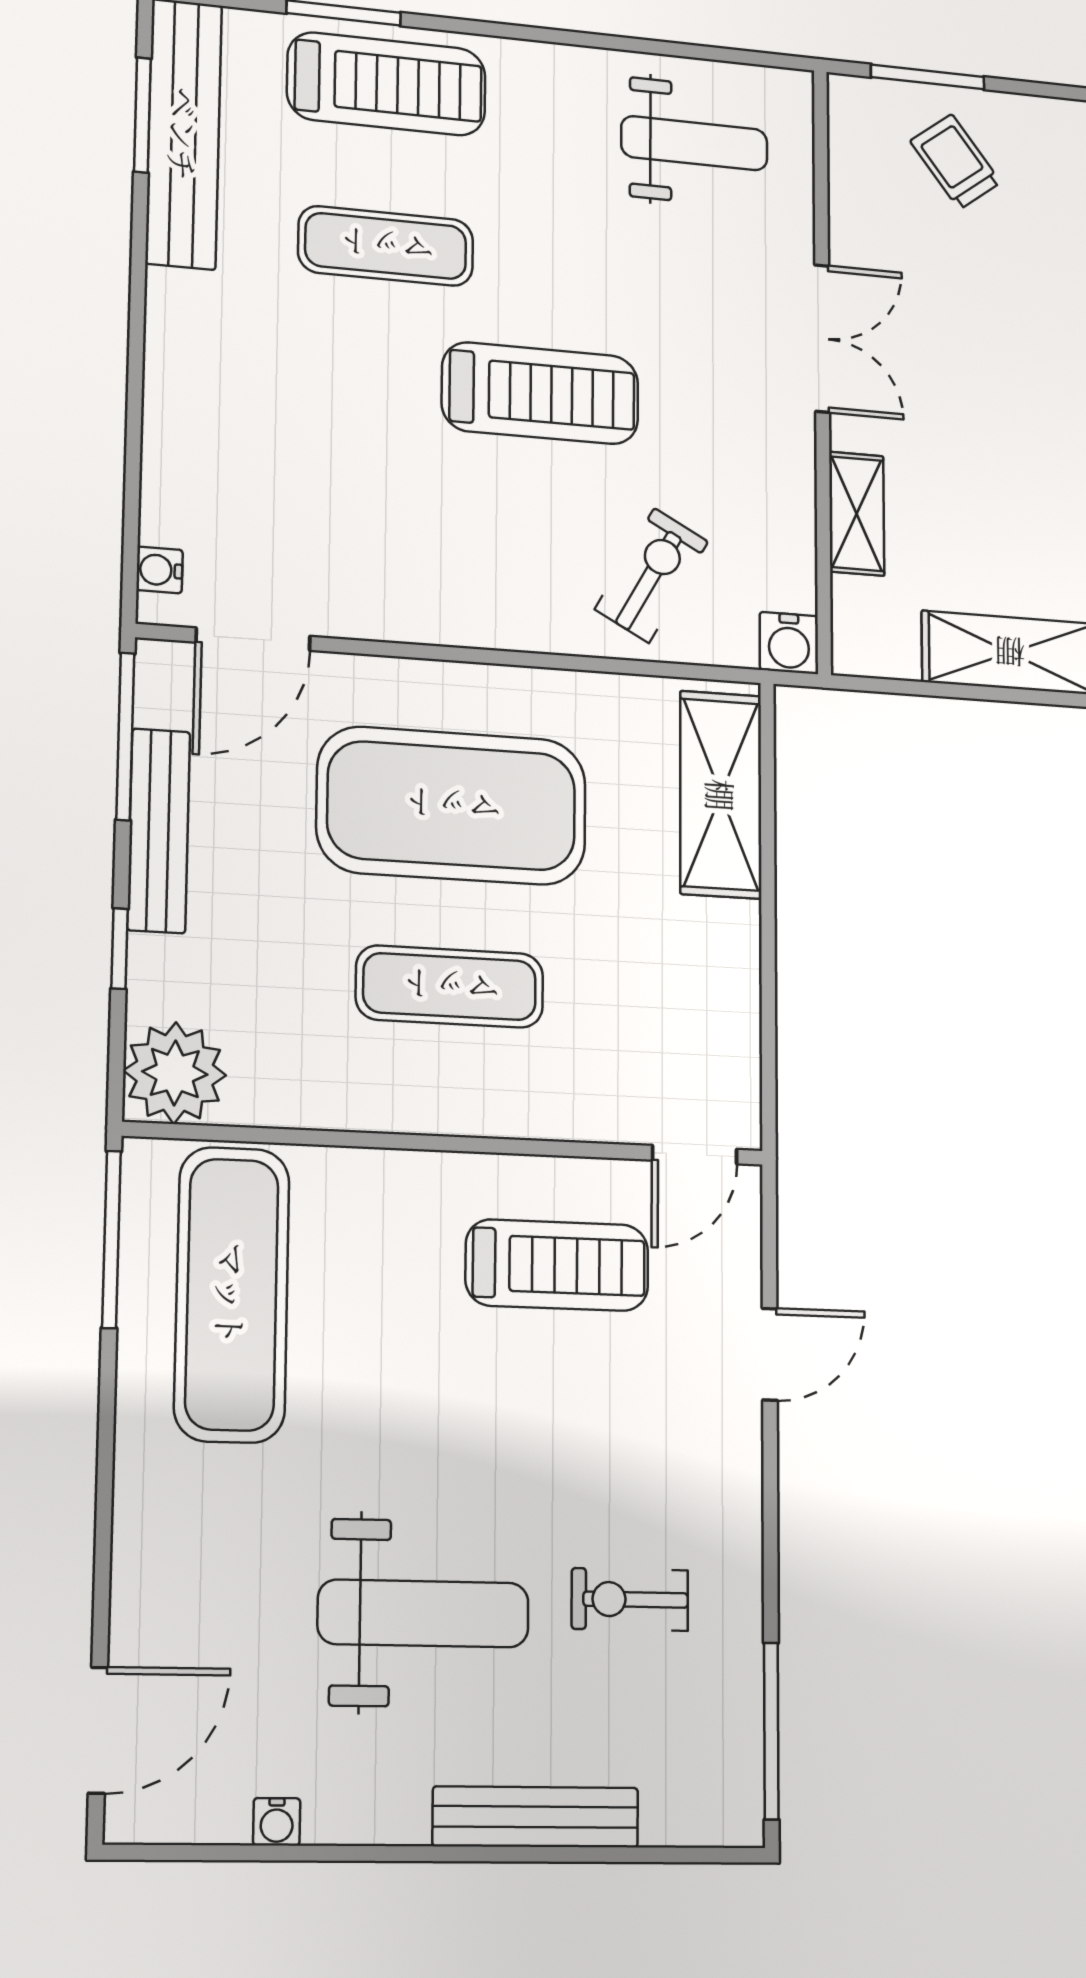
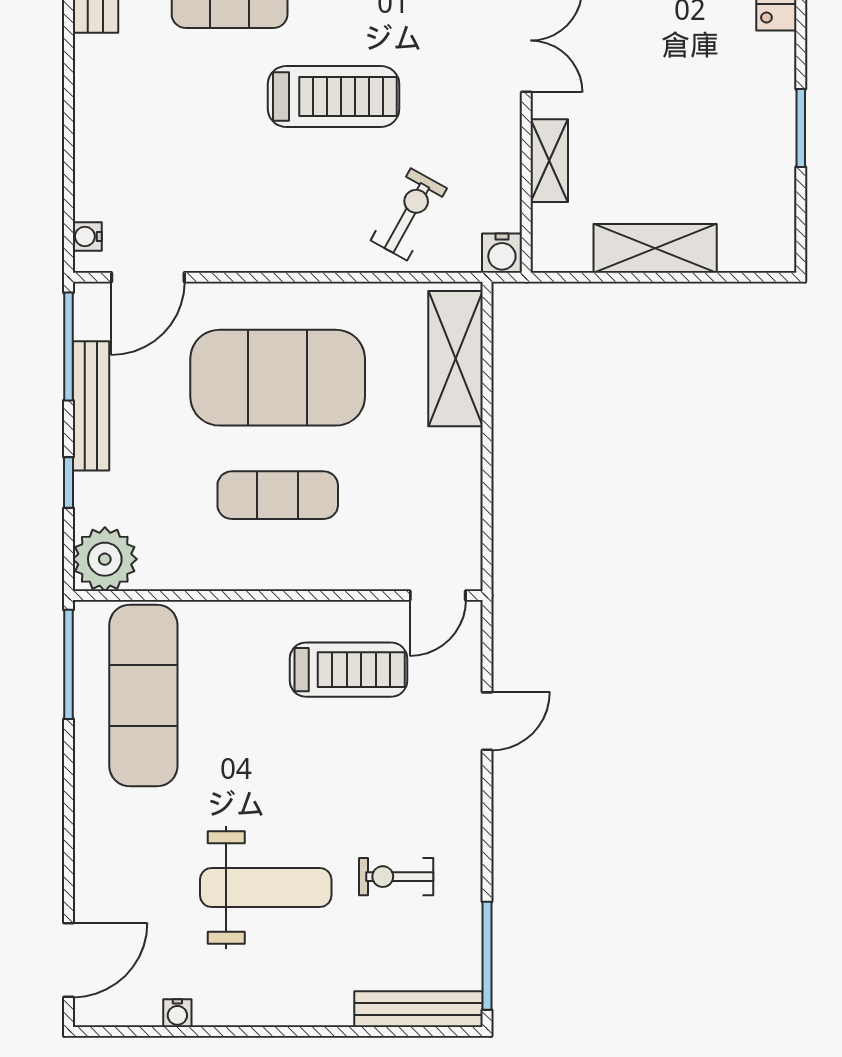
bench: (536, 1817) -> (418, 1009), moved

